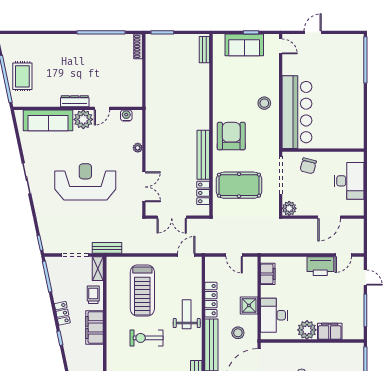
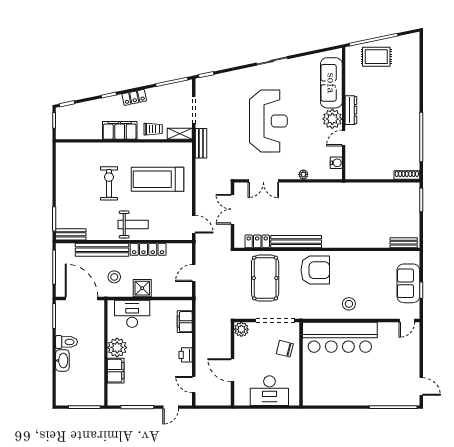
door: (313, 32) -> (421, 387), moved
door: (102, 108) -> (344, 138), hinge flipped
printer: (320, 266) -> (186, 355), width x0.53, depth x0.68
filing cabinet: (268, 274) -> (185, 322), moved, turned 90

